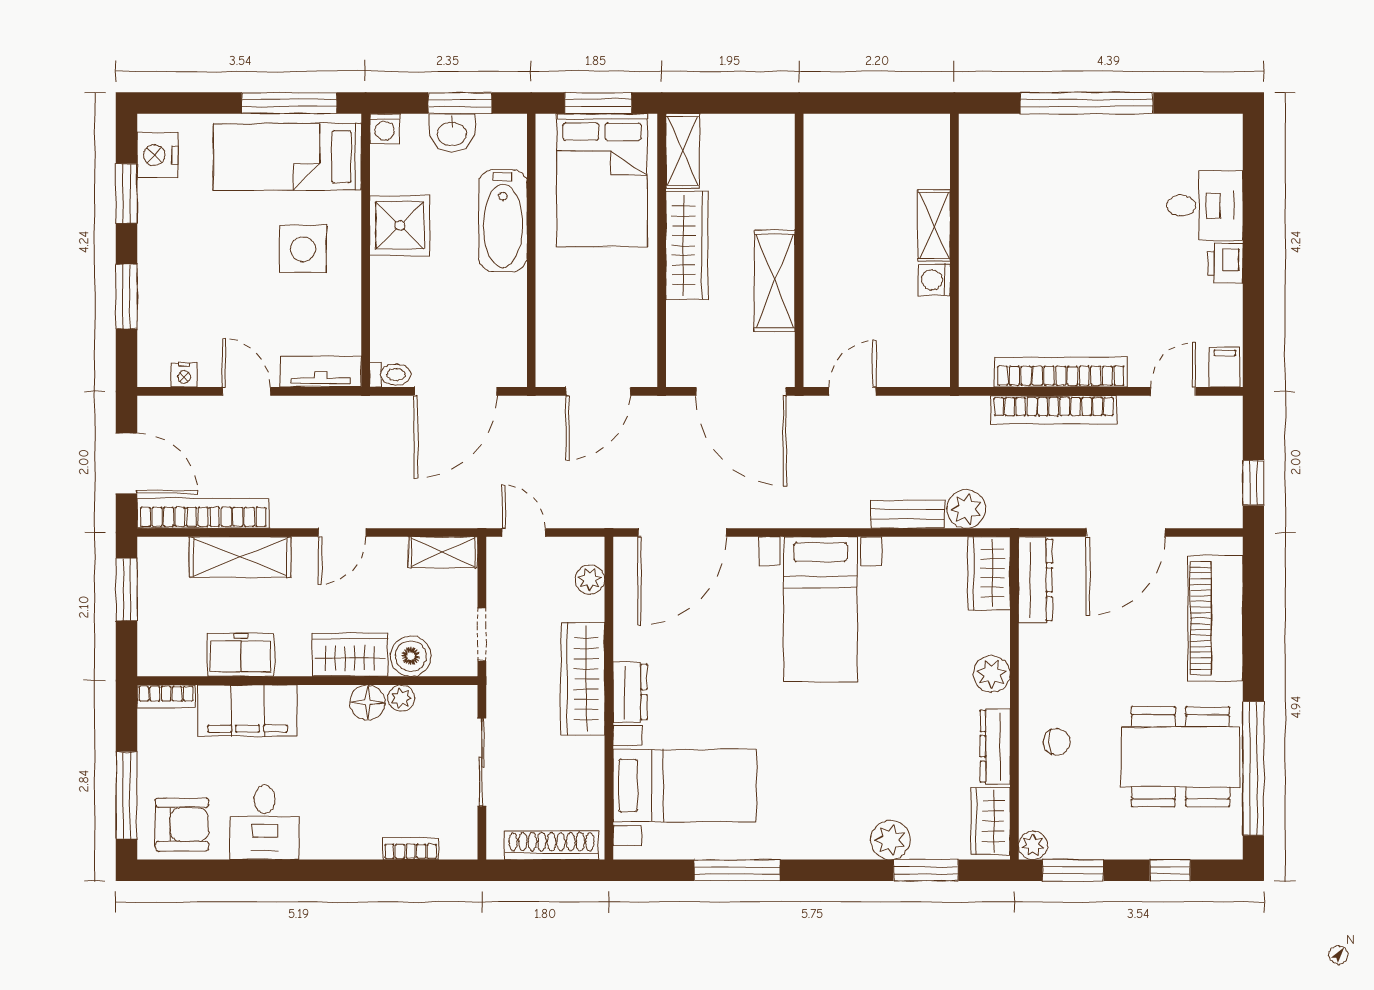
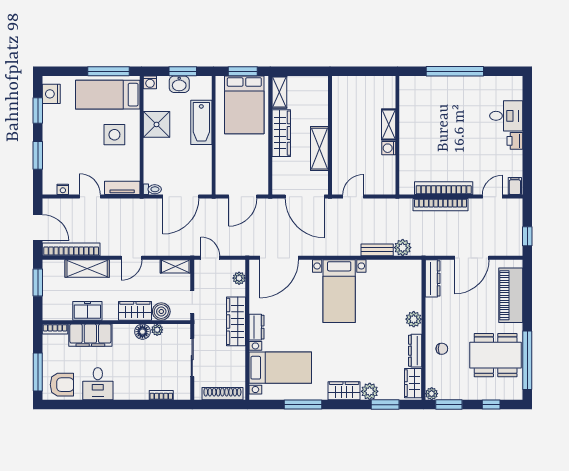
wardrobe: (989, 573) -> (344, 391), moved, turned 90

